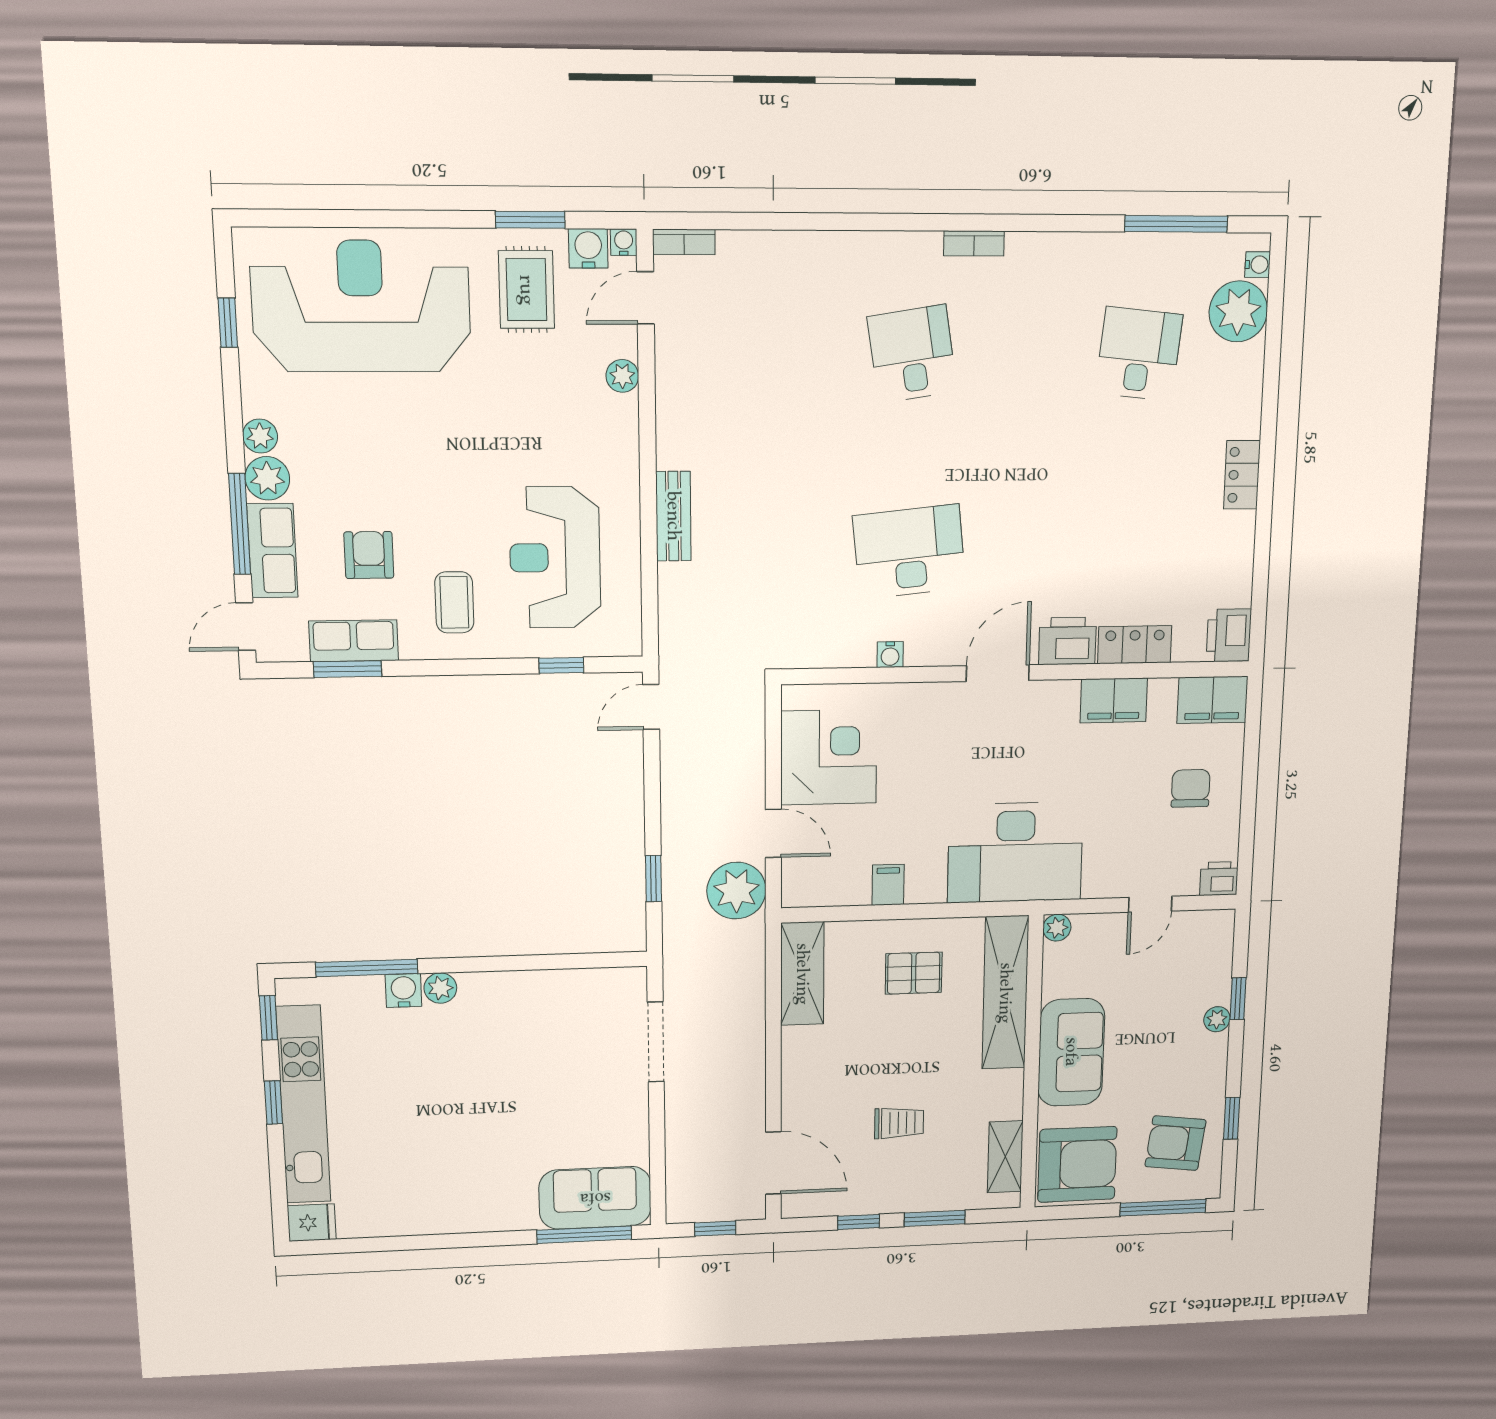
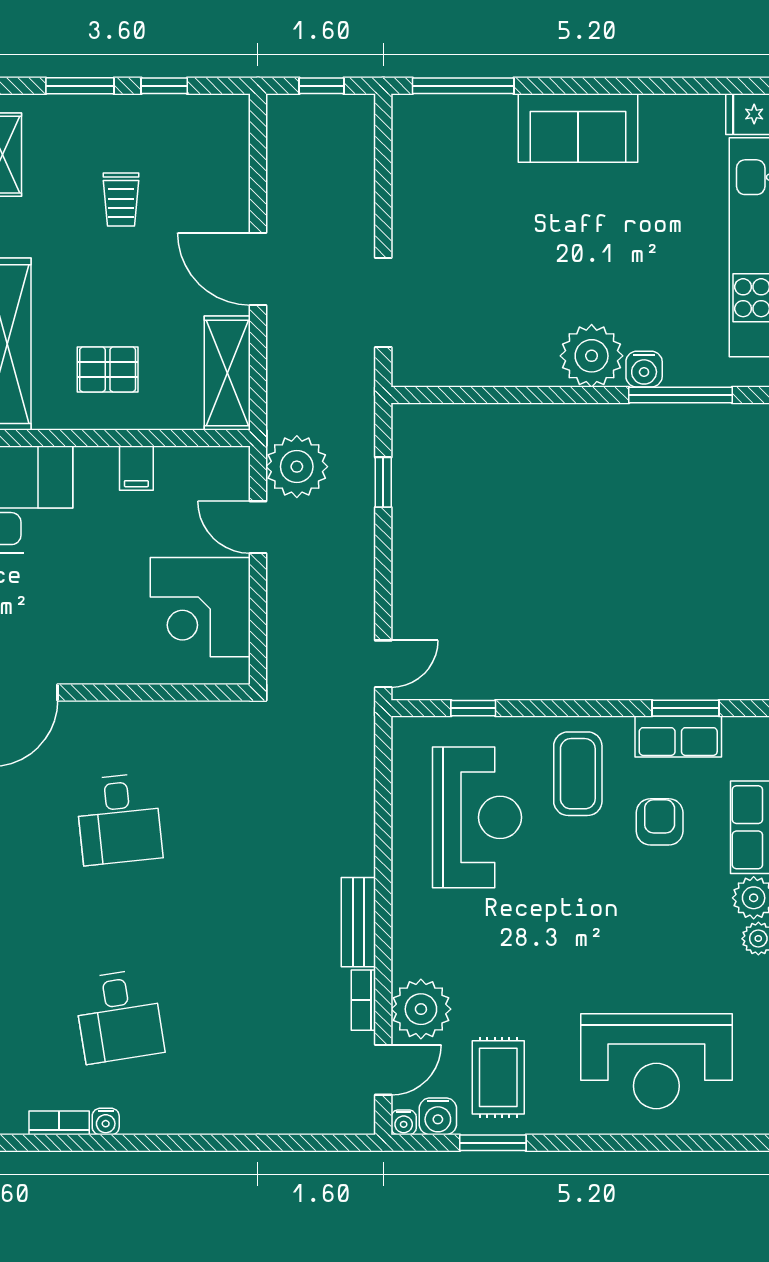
bookcase: (684, 242) -> (363, 1000), moved, turned -90
reception desk: (361, 306) -> (656, 1061), width x0.74, depth x0.77
plant: (622, 376) -> (421, 1009), width x1.87, depth x1.87
bench: (673, 516) -> (358, 922), moved
desk: (909, 552) -> (119, 819), width x0.73
armchair: (369, 555) -> (660, 822), turned 180
coffee table: (454, 602) -> (578, 774), width x1.36, depth x1.30
water cooler: (890, 655) -> (106, 1122), moved, turned 180
plant: (440, 988) -> (592, 356), width x1.87, depth x1.87
trolley: (899, 1123) -> (121, 199), turned -90
door: (773, 1163) -> (258, 269), moved
sofa: (595, 1198) -> (578, 128), moved

